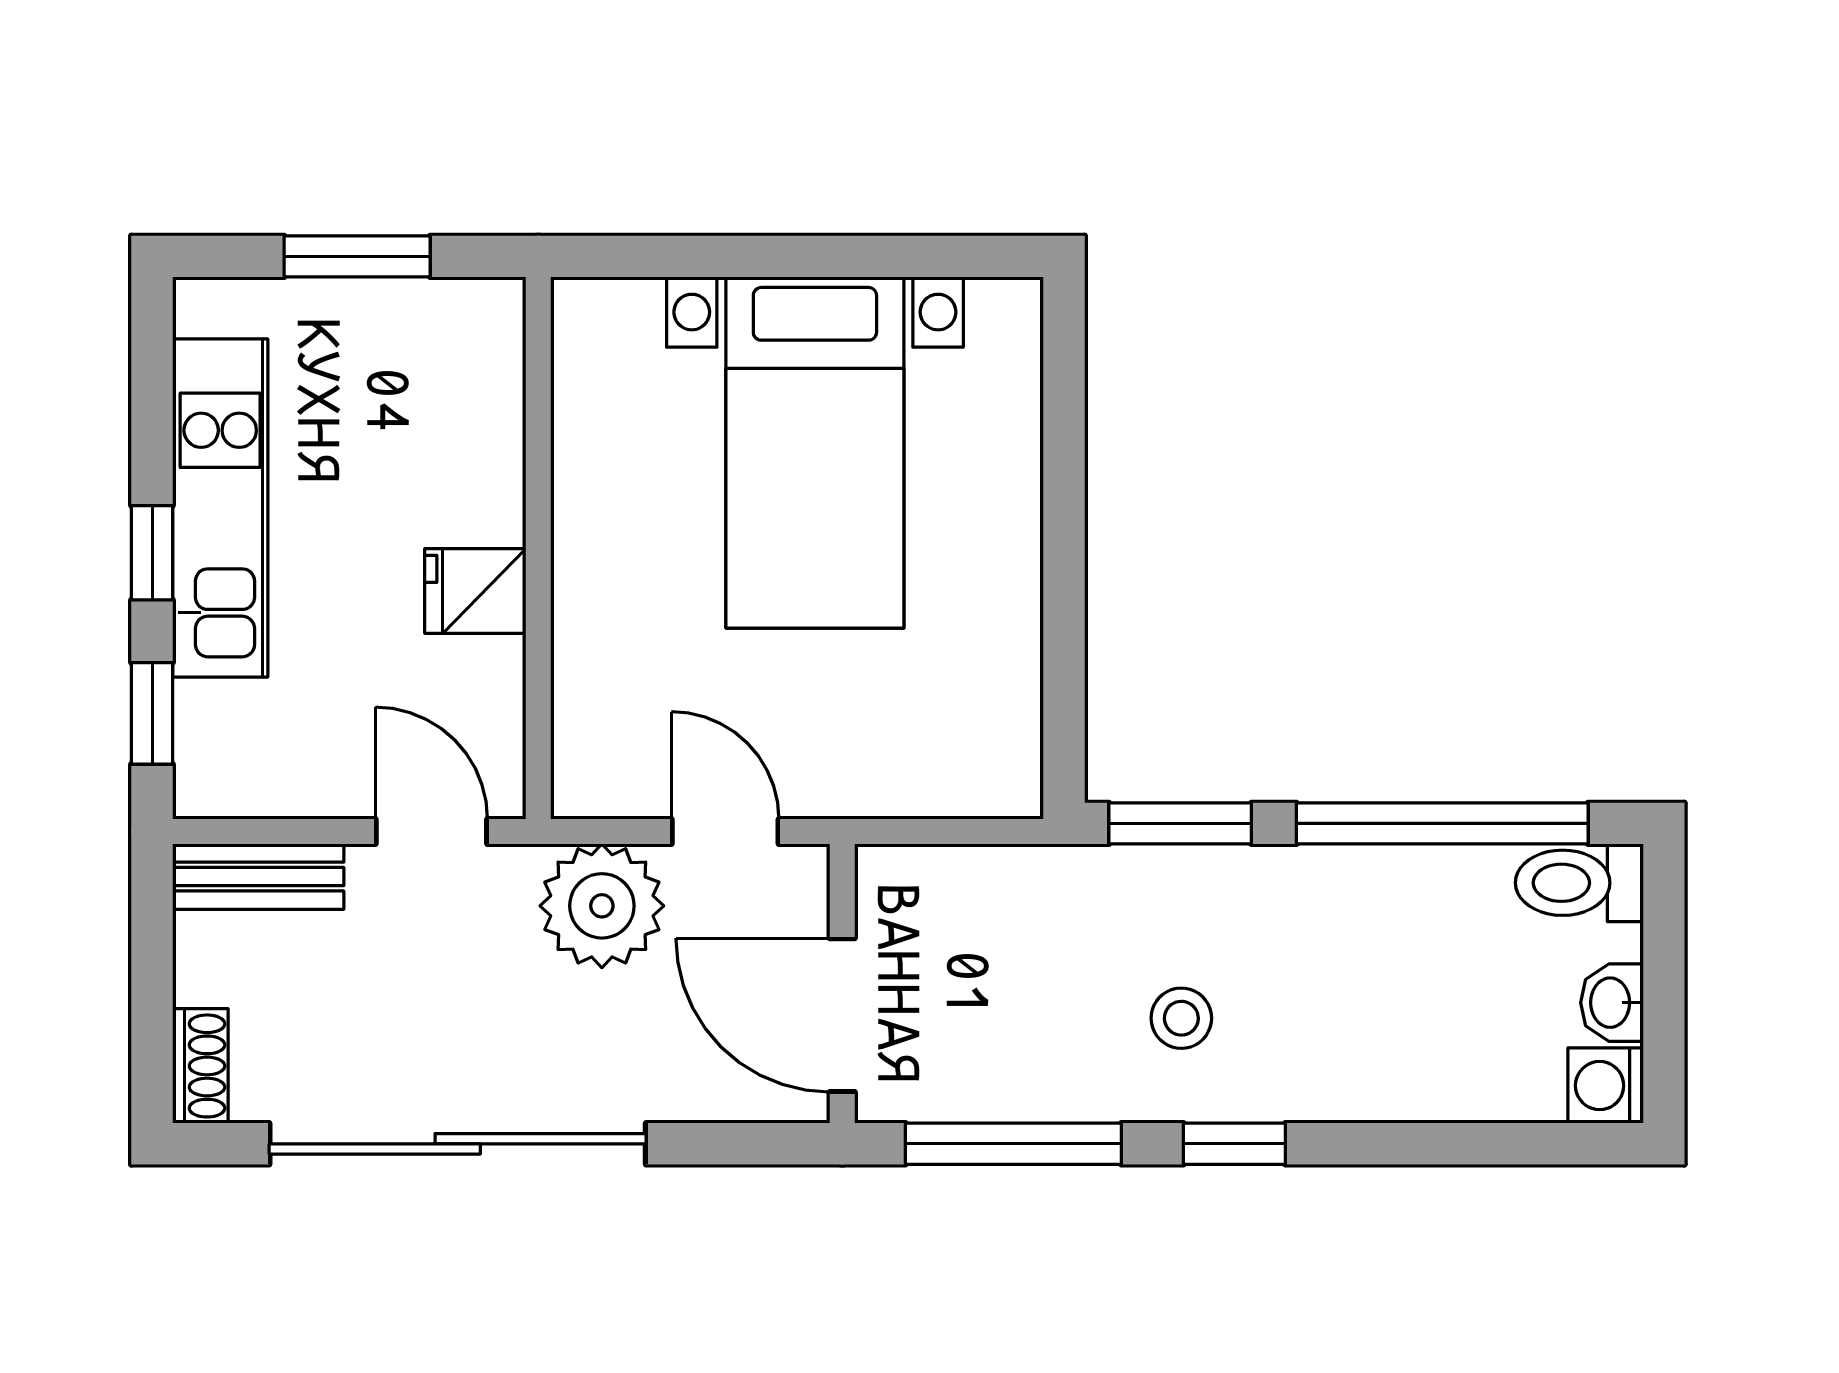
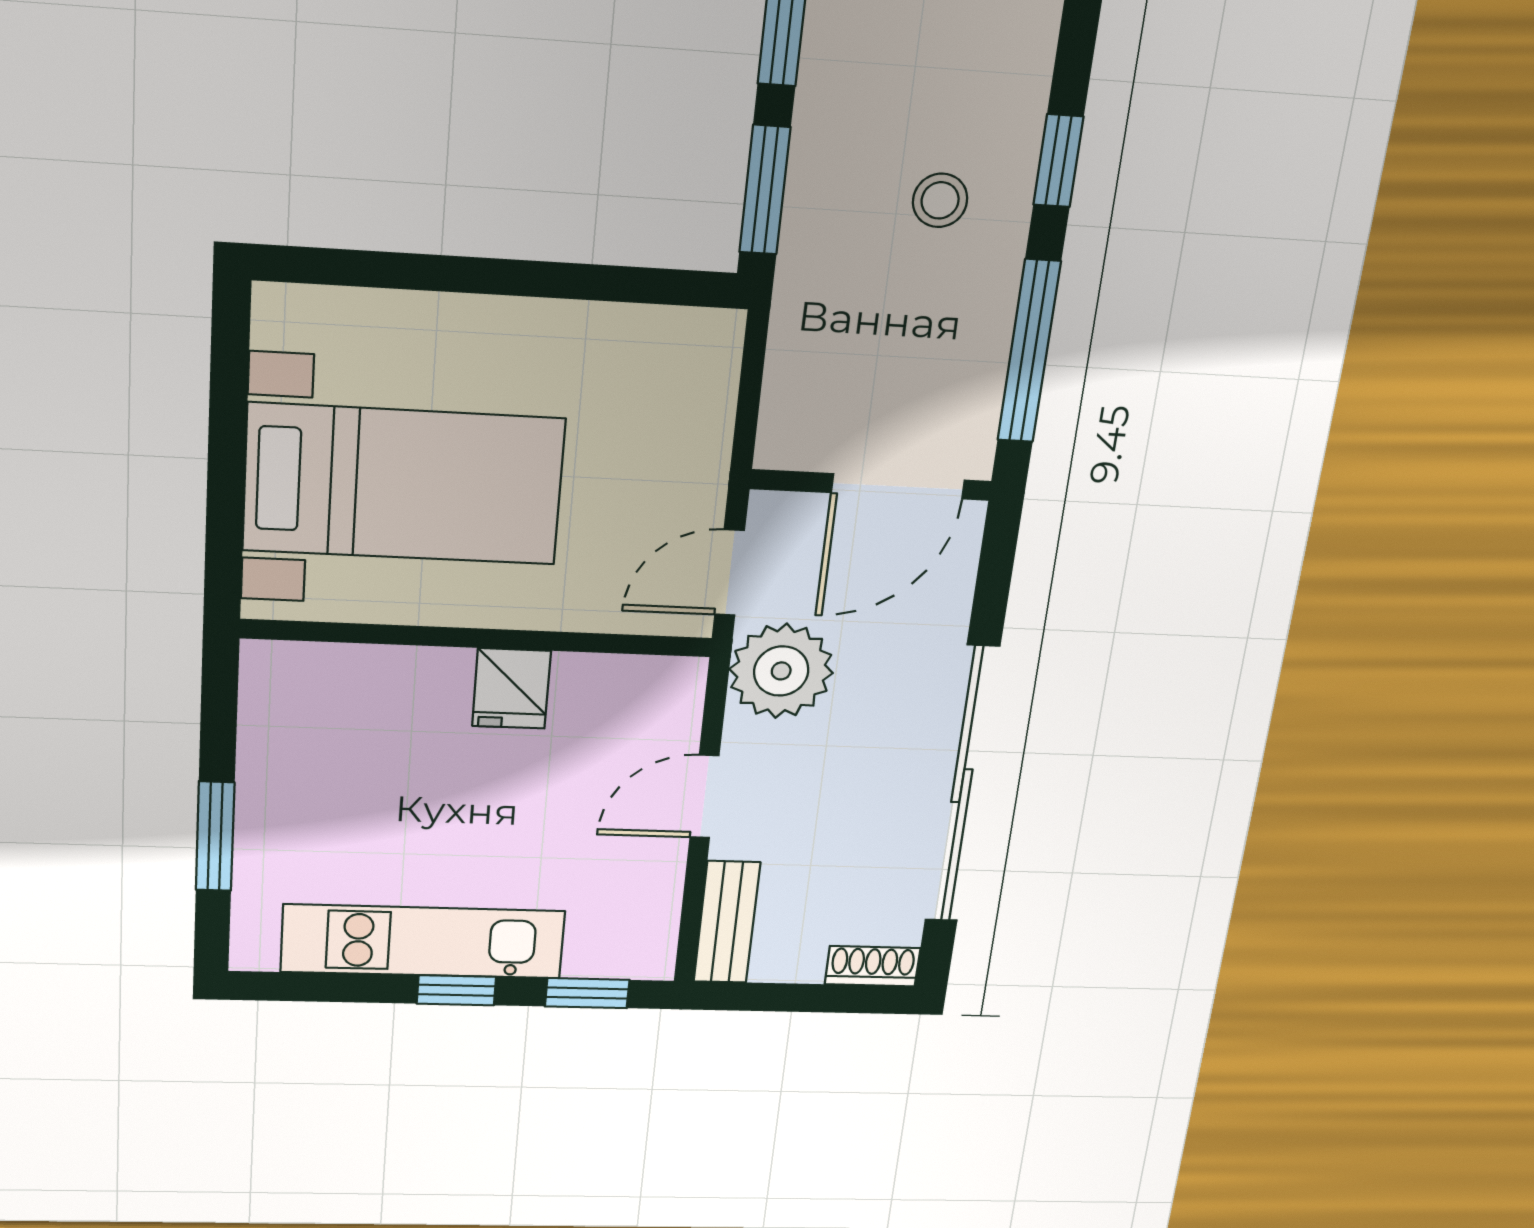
wall: (538, 548) -> (478, 638), moved
fridge: (475, 591) -> (511, 688), moved

